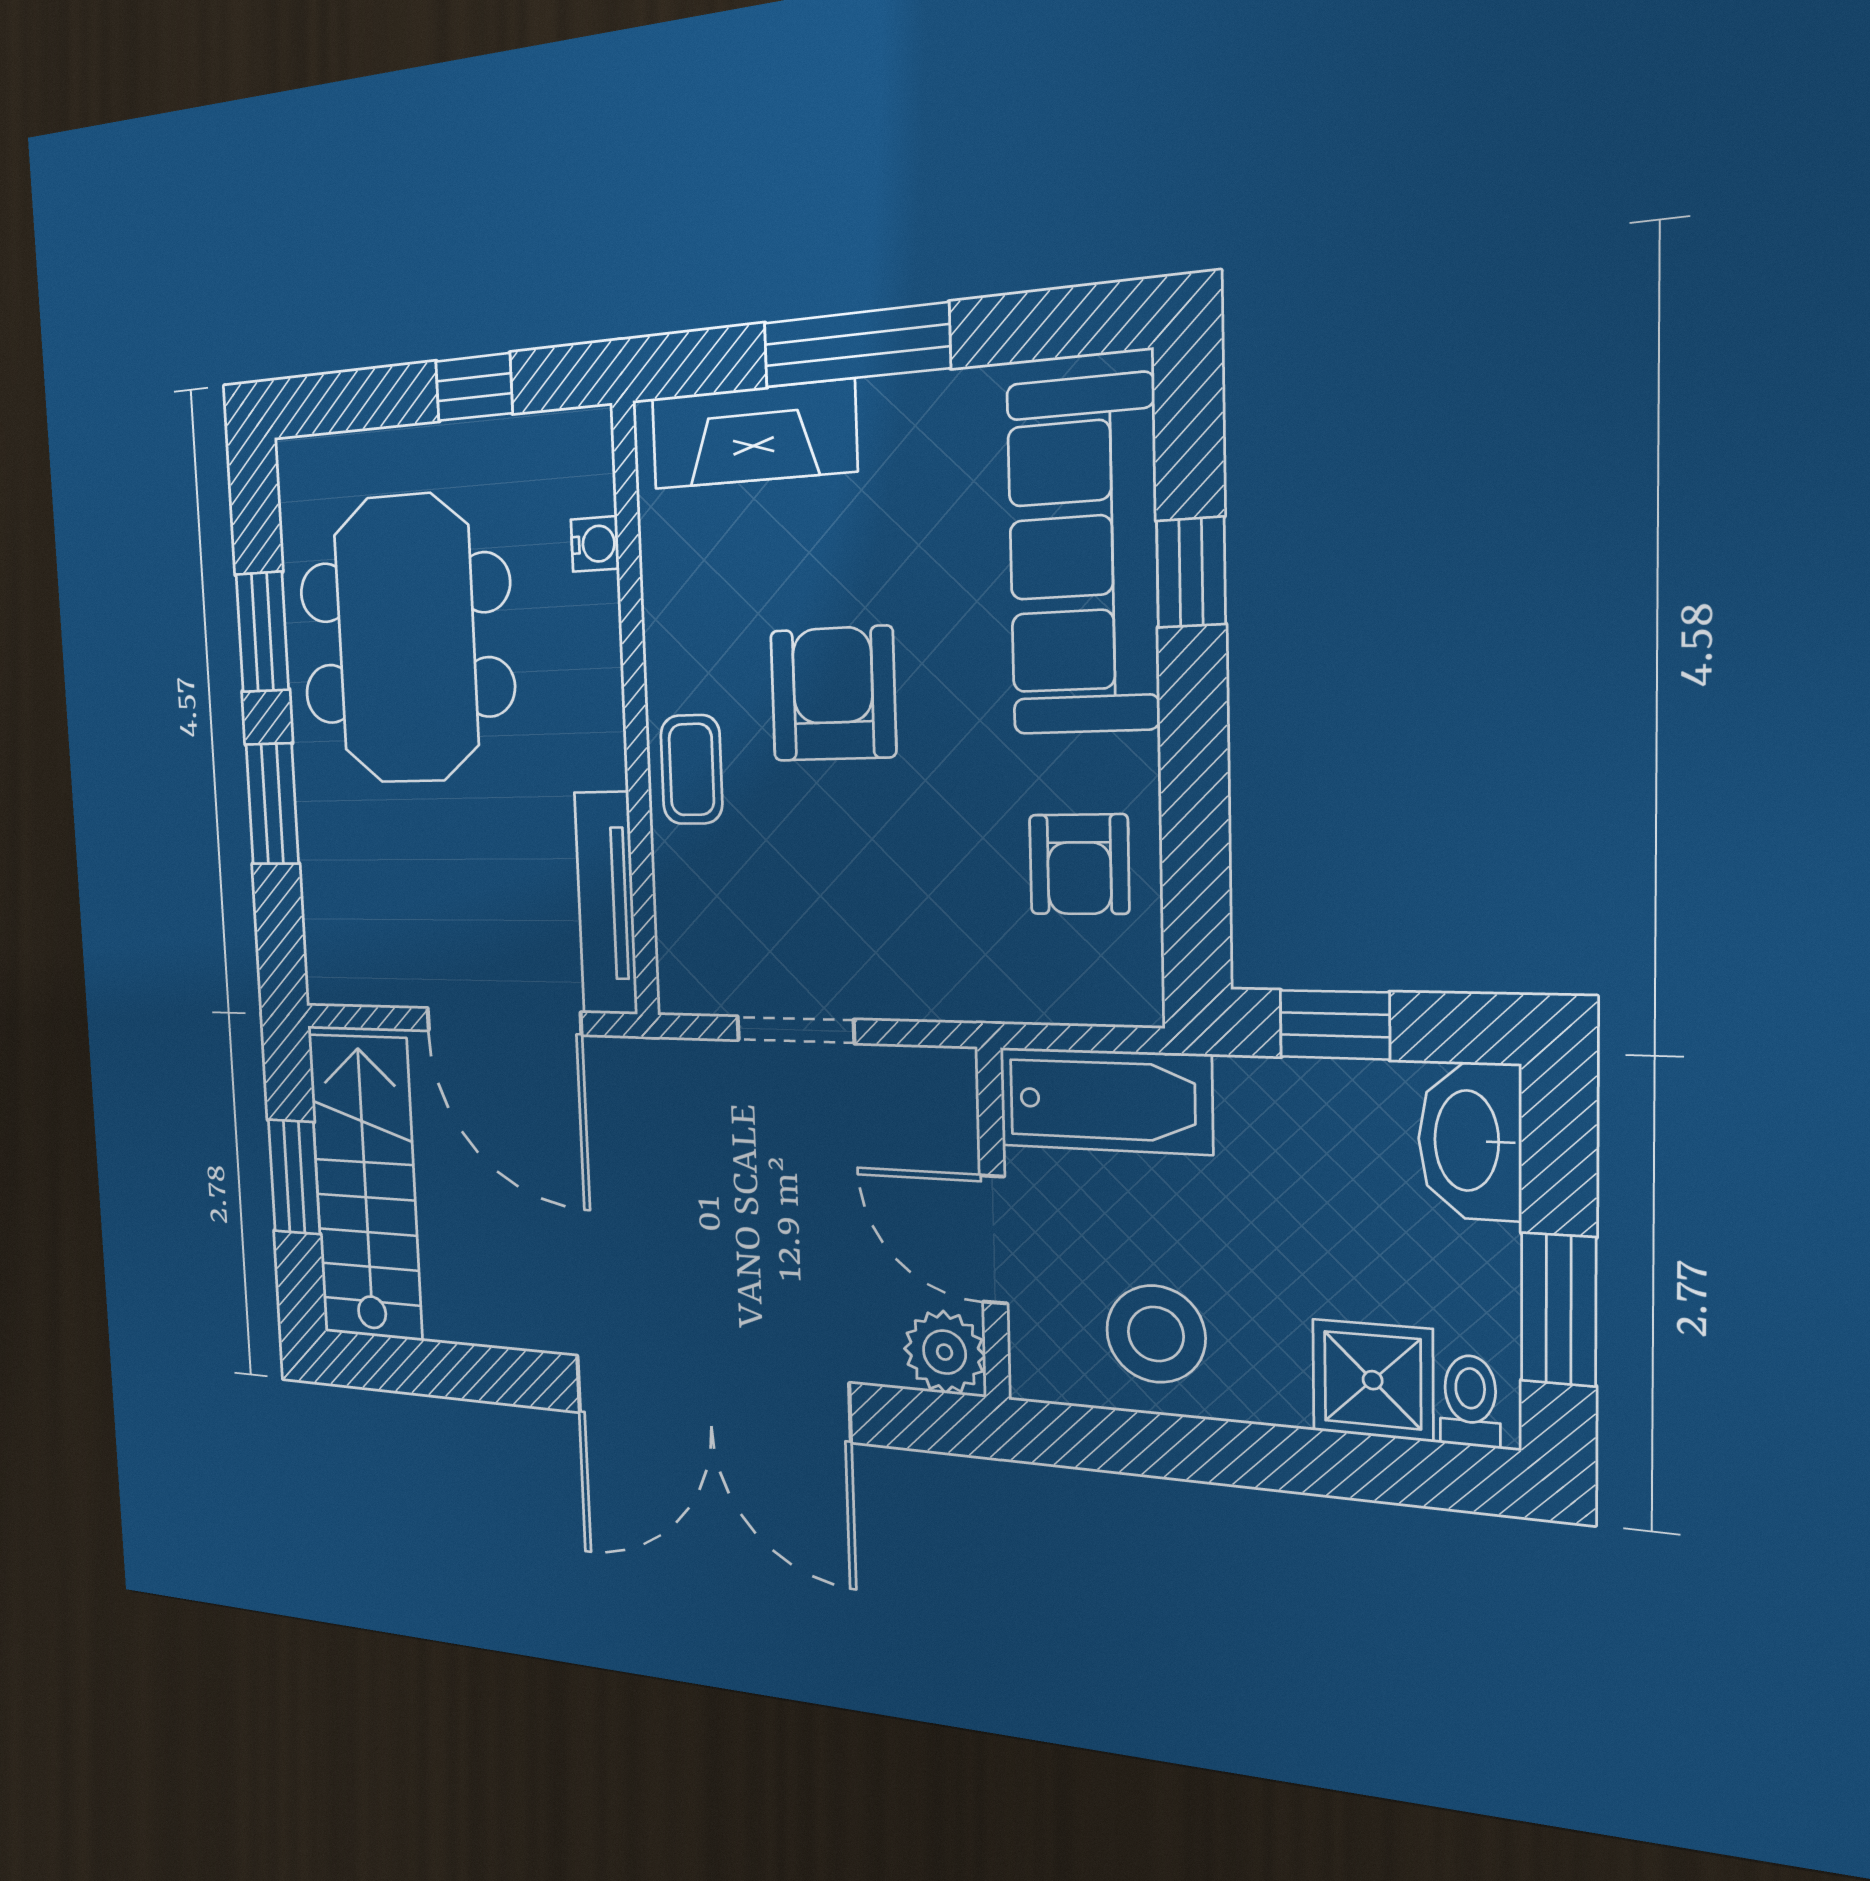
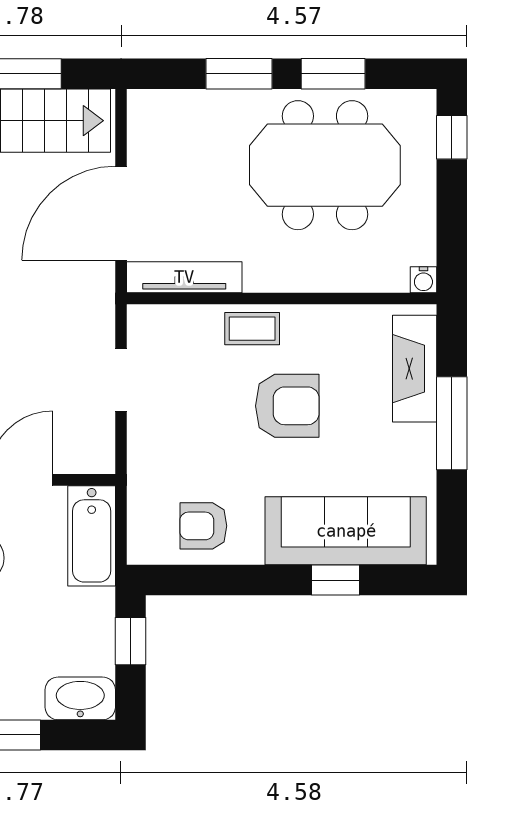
window: (474, 387) -> (452, 137), moved
water cooler: (595, 544) -> (423, 280), moved

